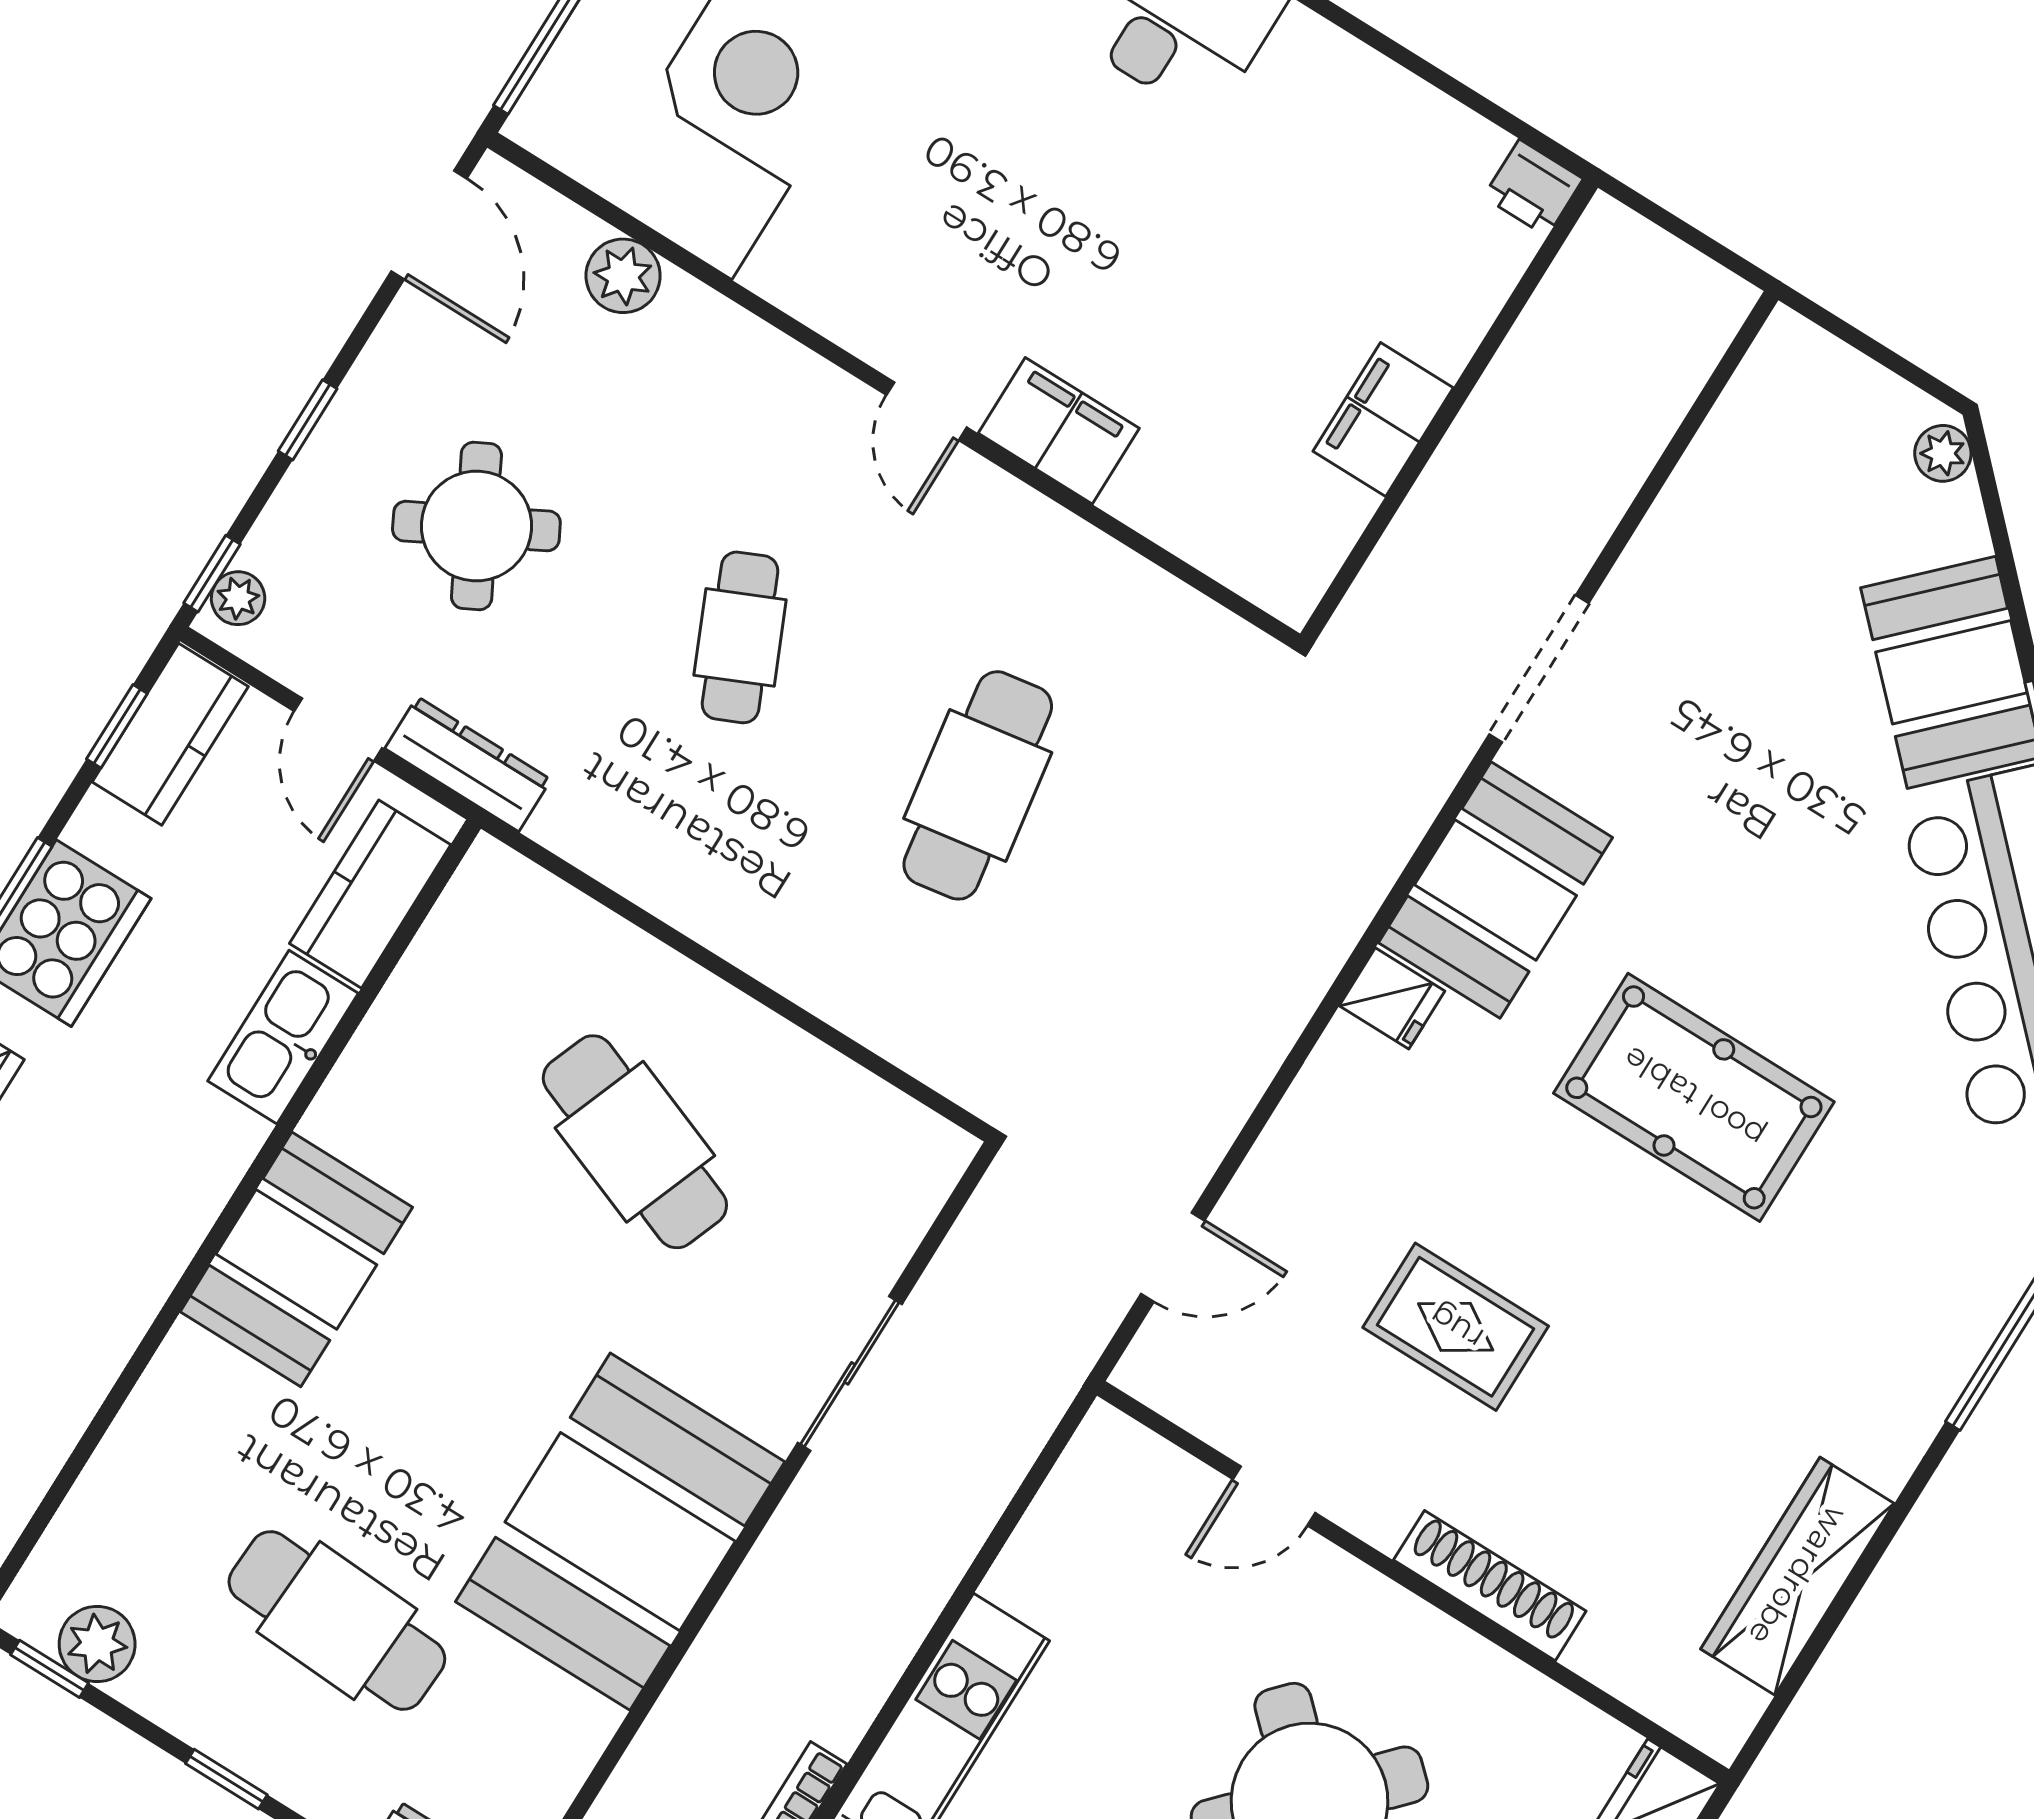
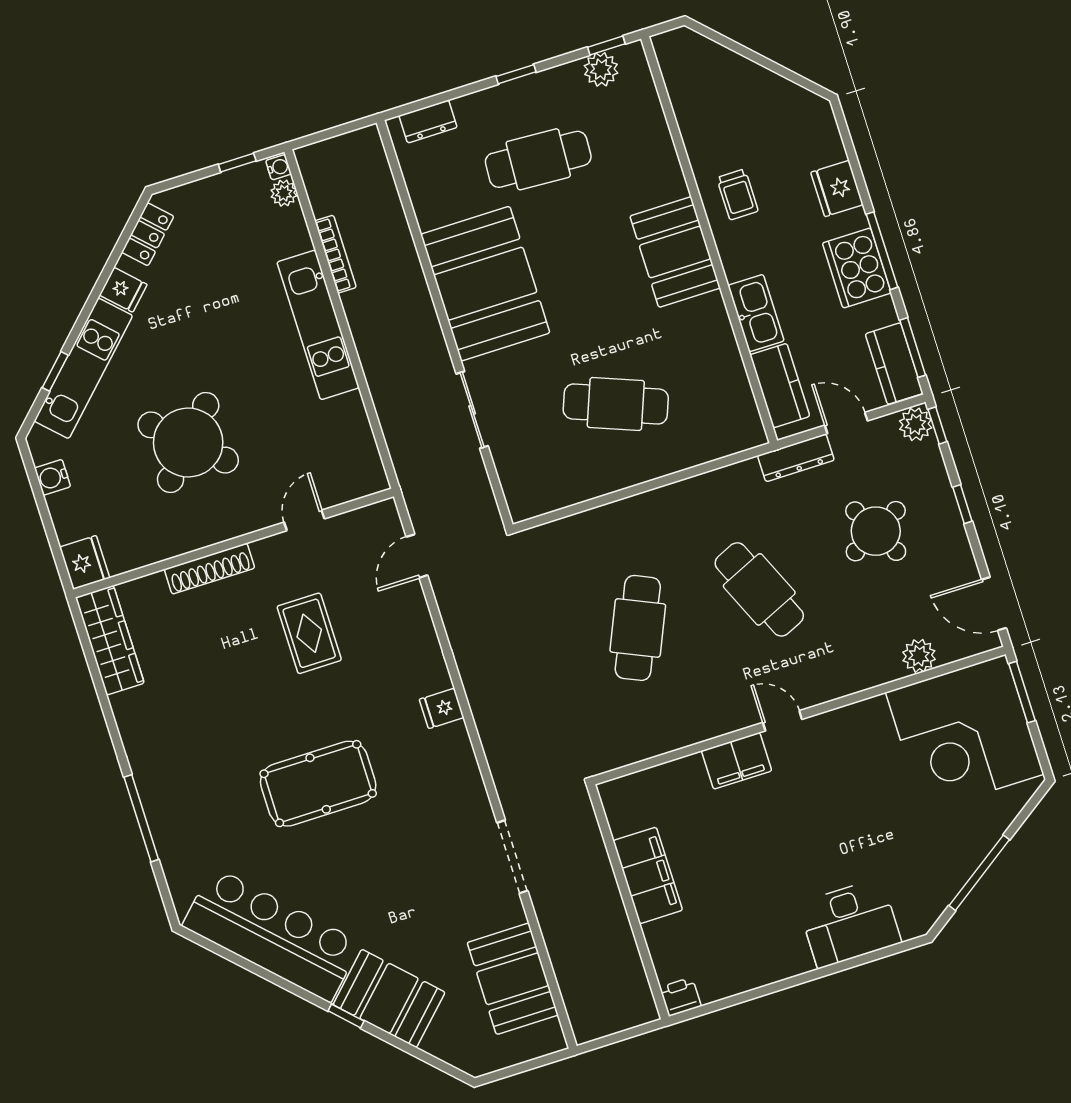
filing cabinet: (1383, 419) -> (648, 875), width x1.50, depth x1.17
plant: (1943, 453) -> (467, 1060), removed
plant: (238, 598) -> (916, 424), width x1.38, depth x1.38
cafe table: (740, 637) -> (759, 589), width x1.37, depth x1.35
window: (117, 726) -> (913, 348), width x1.50
cafe table: (978, 785) -> (638, 628), turned 33
booth: (1495, 890) -> (513, 979), moved
trolley: (111, 1237) -> (737, 194), added
rug: (1456, 1327) -> (309, 633), turned 90
wardrobe: (1798, 1576) -> (110, 640), moved

